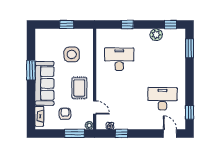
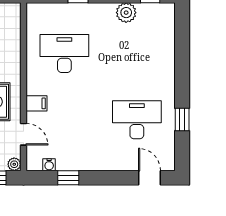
window: (190, 48) -> (182, 36), removed
filing cabinet: (102, 89) -> (36, 103), added
window: (190, 112) -> (182, 120), moved

